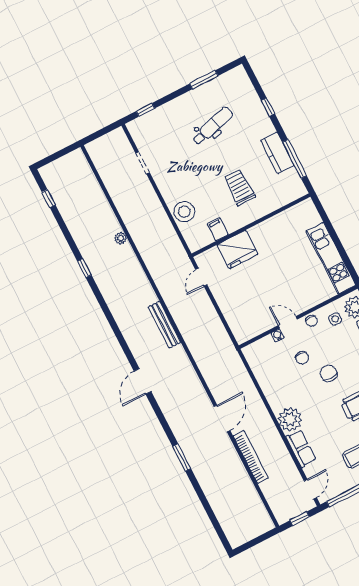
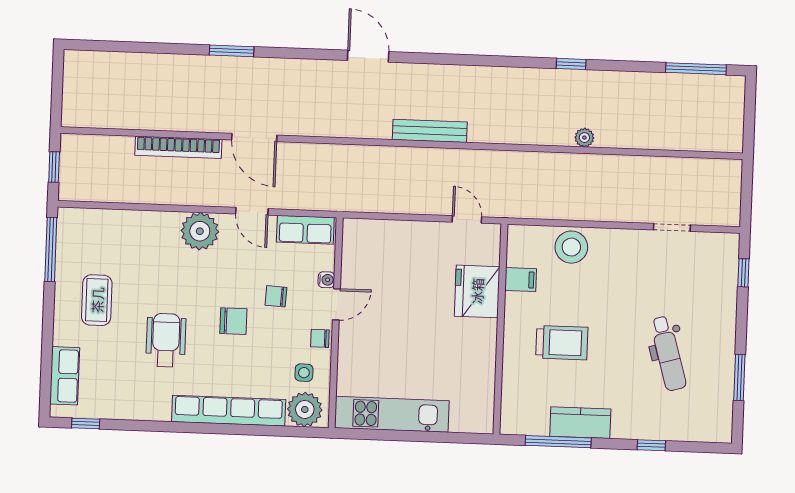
window: (49, 198) -> (696, 69), width x2.17
row of seats: (301, 448) -> (305, 230), moved
door: (310, 489) -> (252, 211), moved

